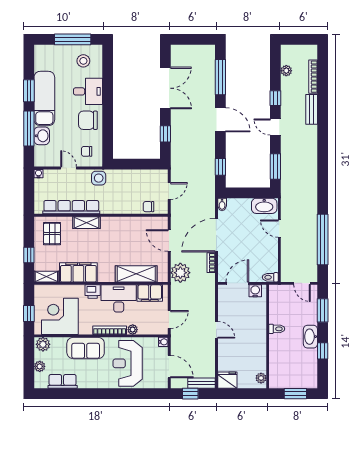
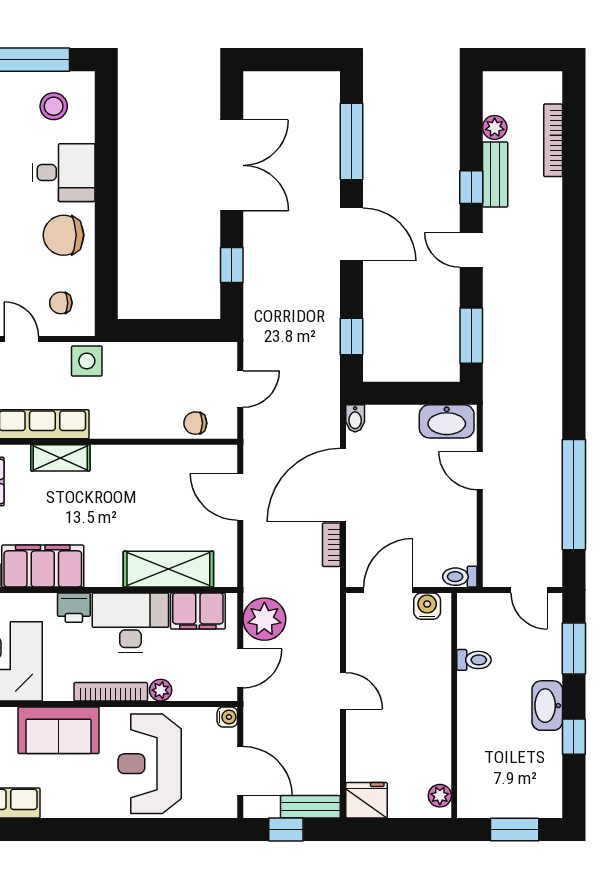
bench: (312, 109) -> (495, 175), moved
plant: (180, 273) -> (264, 619), moved
toilet: (277, 329) -> (474, 660), moved

